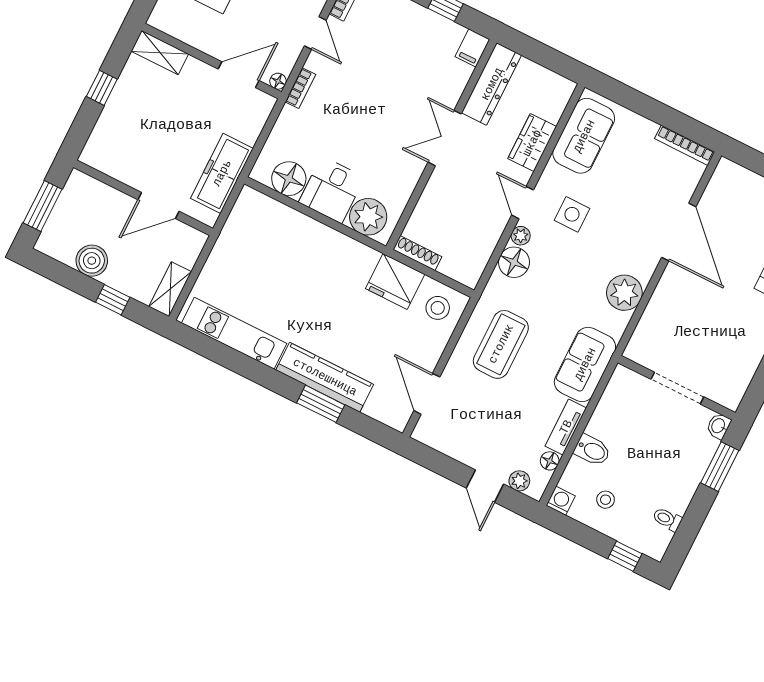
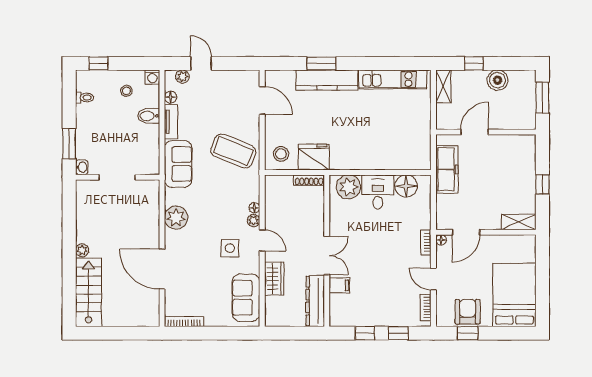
filing cabinet: (472, 48) -> (339, 285), moved, turned 90
floor lamp: (514, 262) -> (254, 208), width x0.53, depth x0.53
coffee table: (501, 344) -> (233, 151), turned -68

